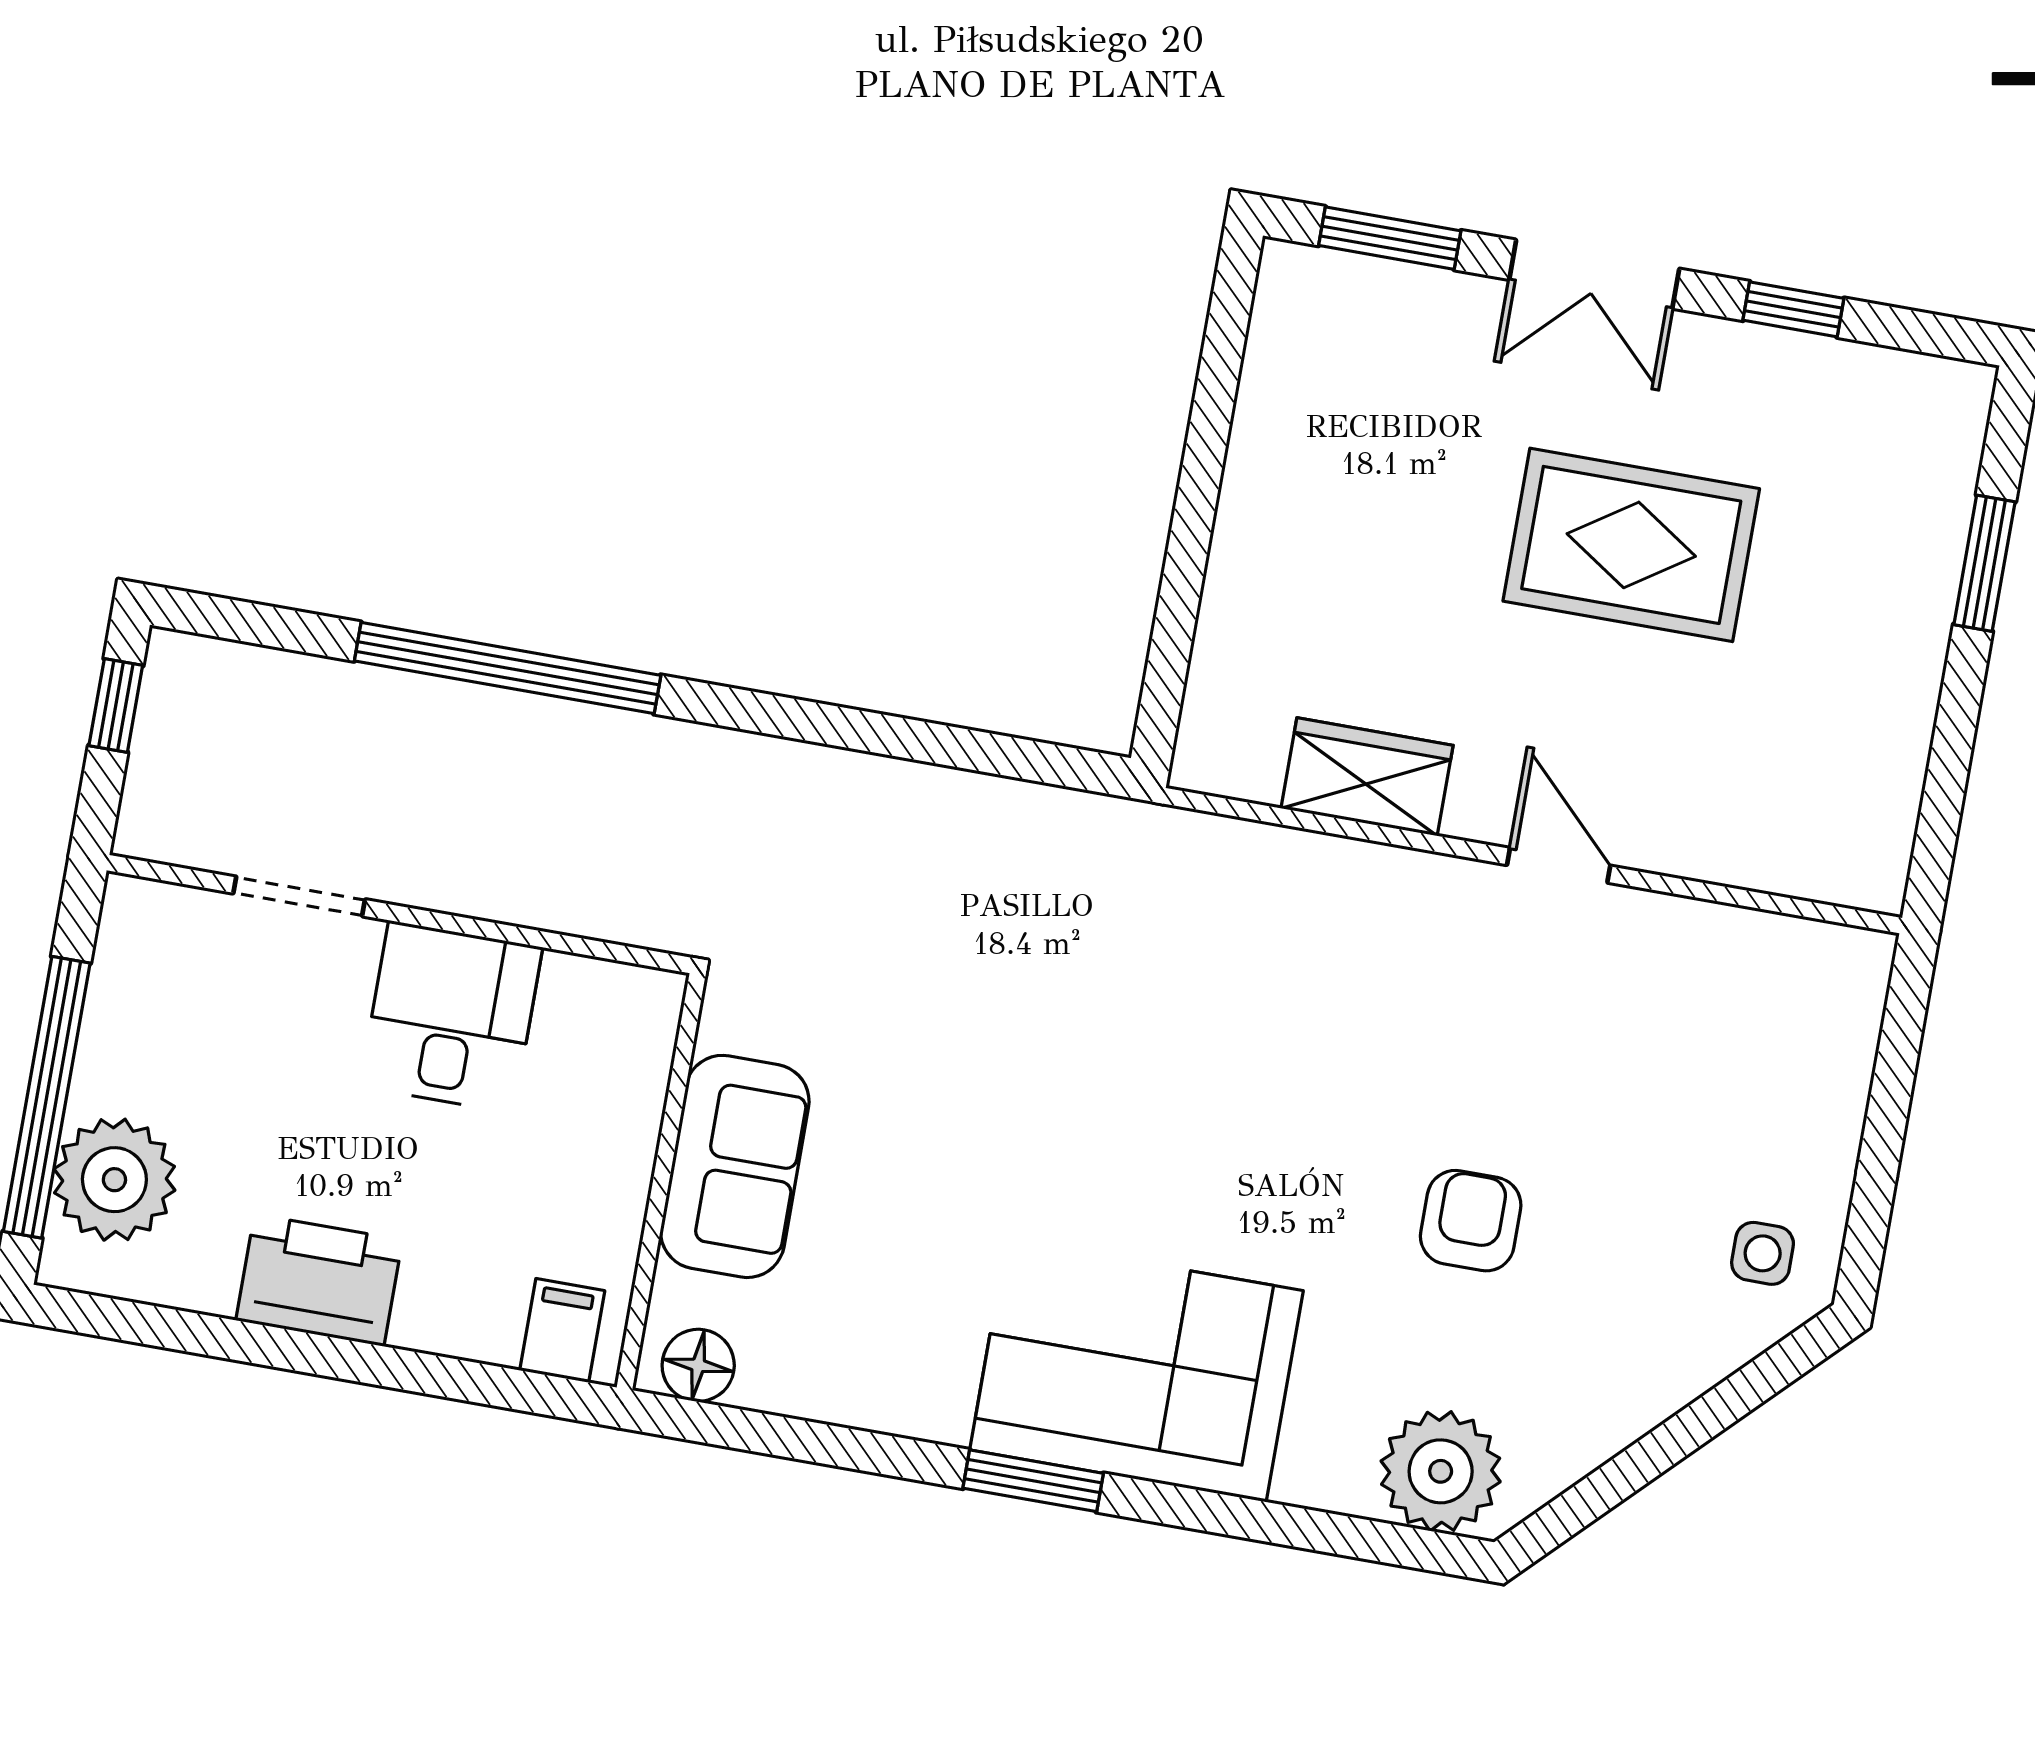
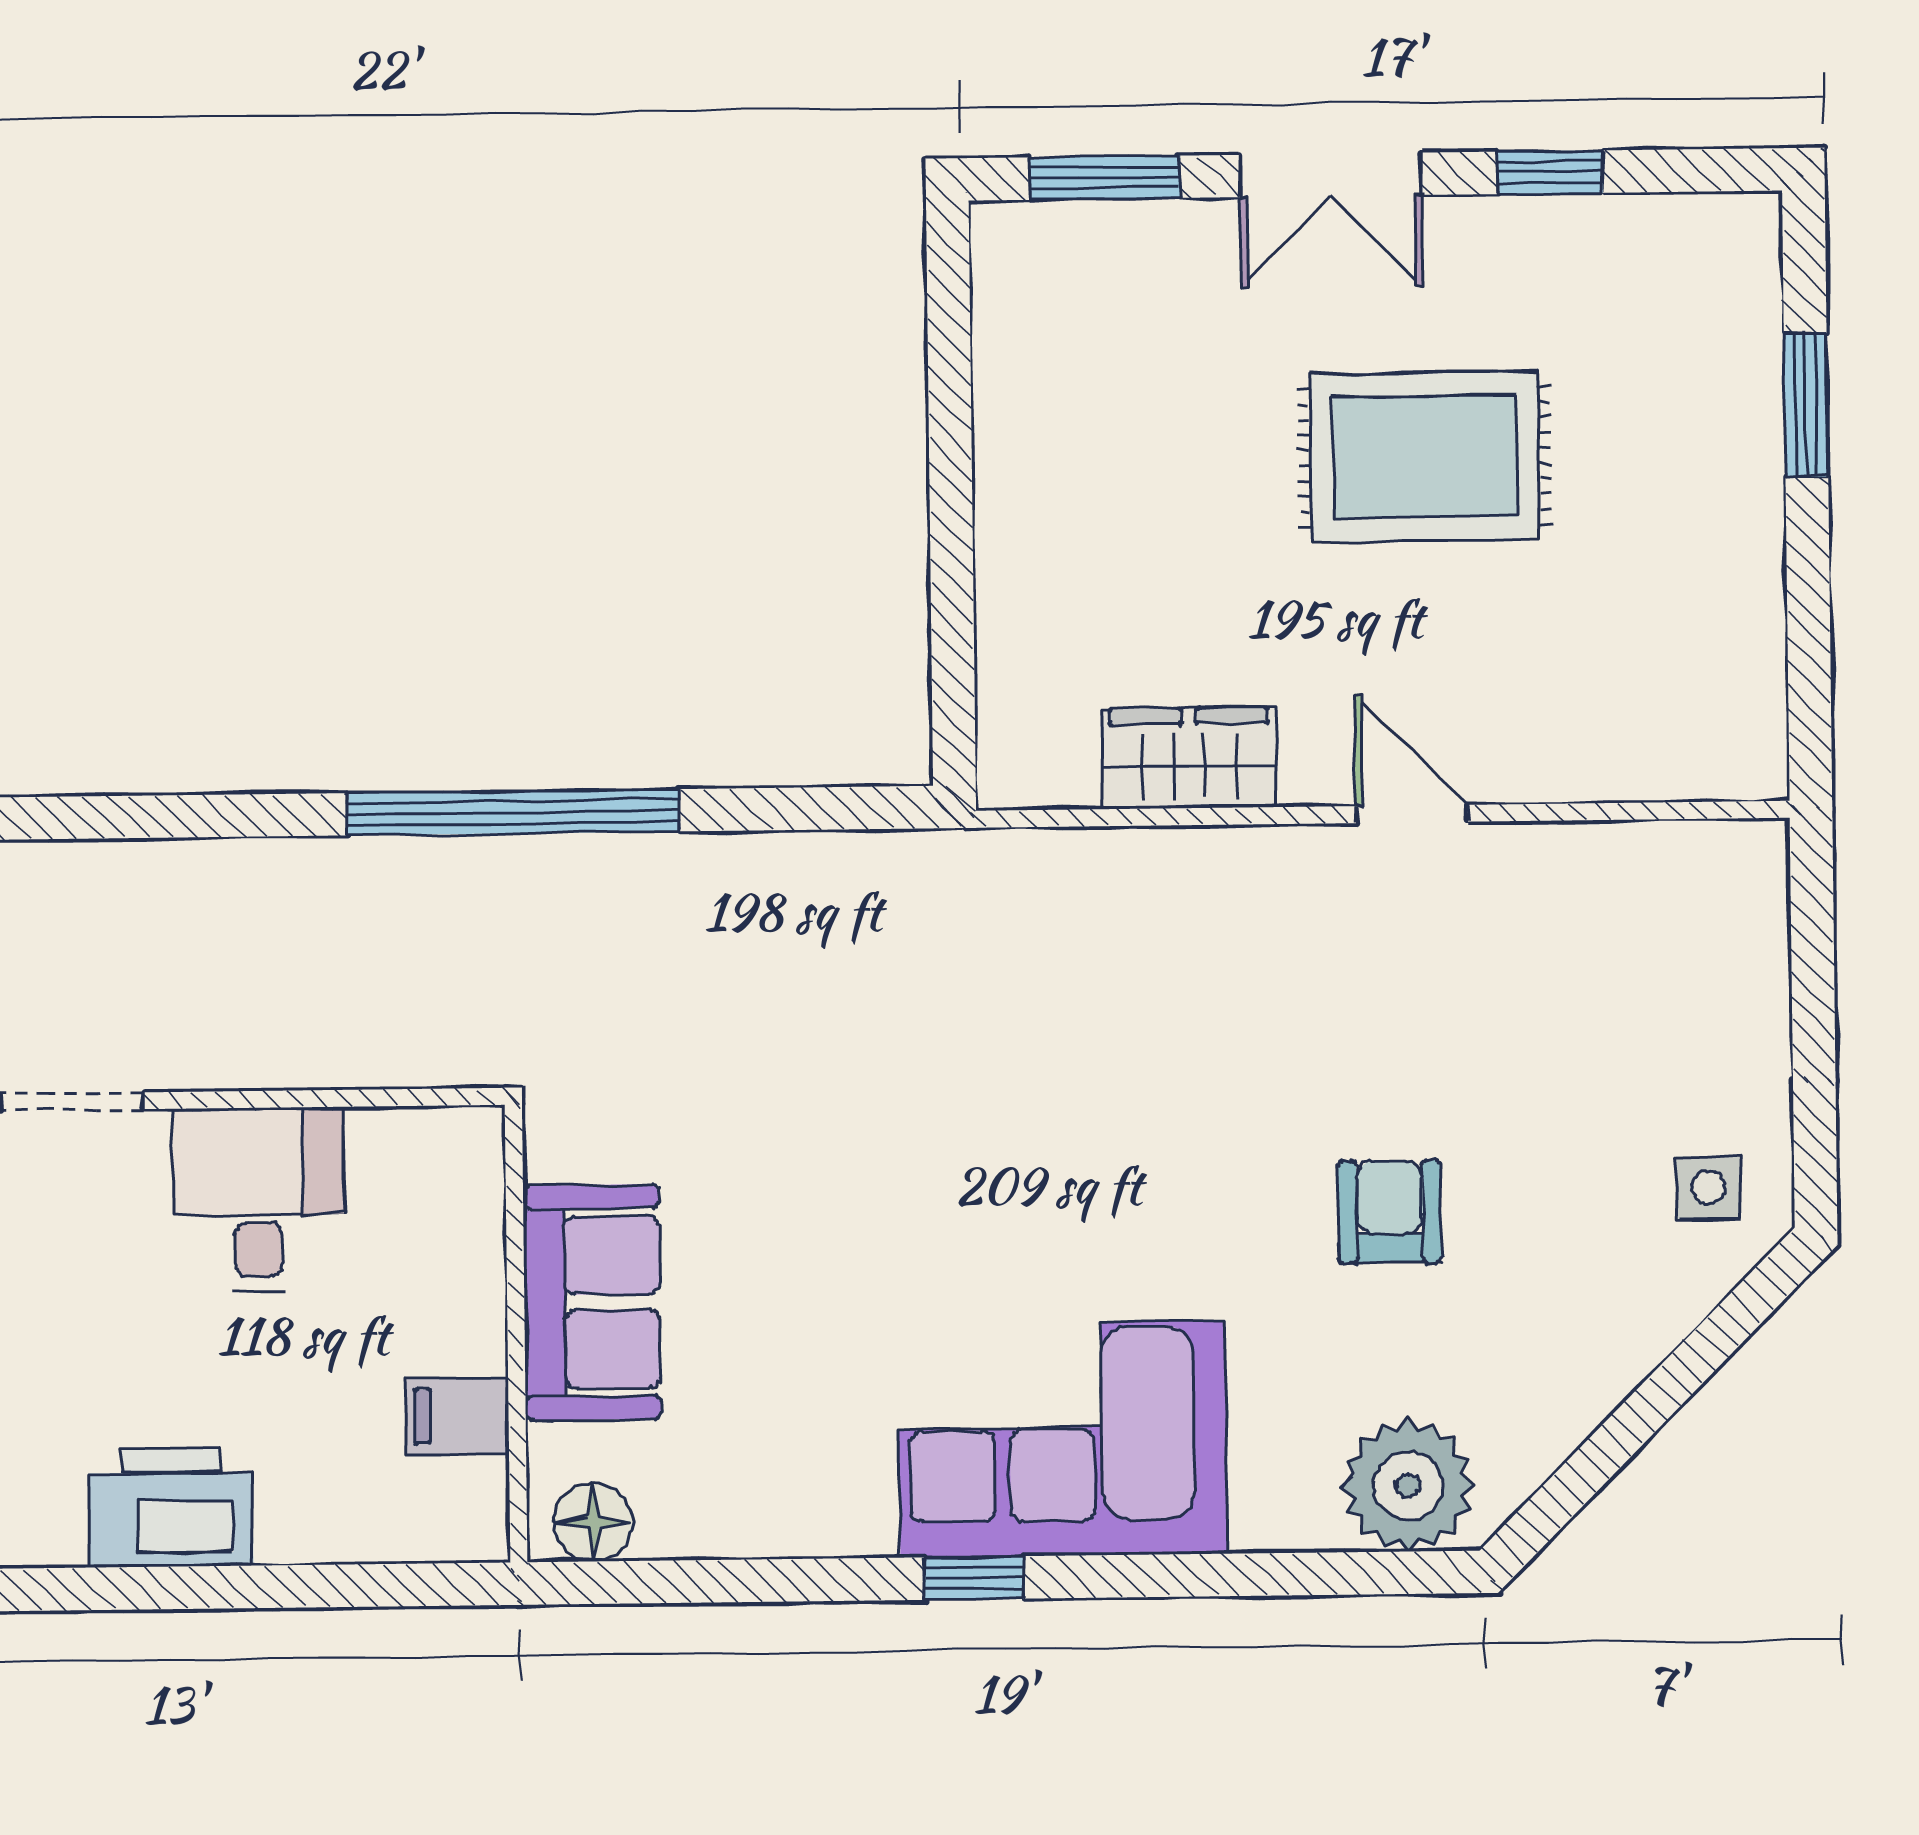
window: (508, 668) -> (513, 812), moved
filing cabinet: (562, 1331) -> (458, 1416), moved, turned -90
window: (1033, 1481) -> (974, 1578), width x0.67

